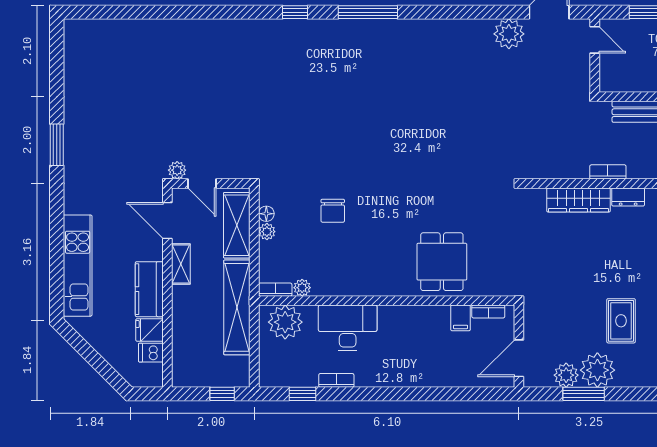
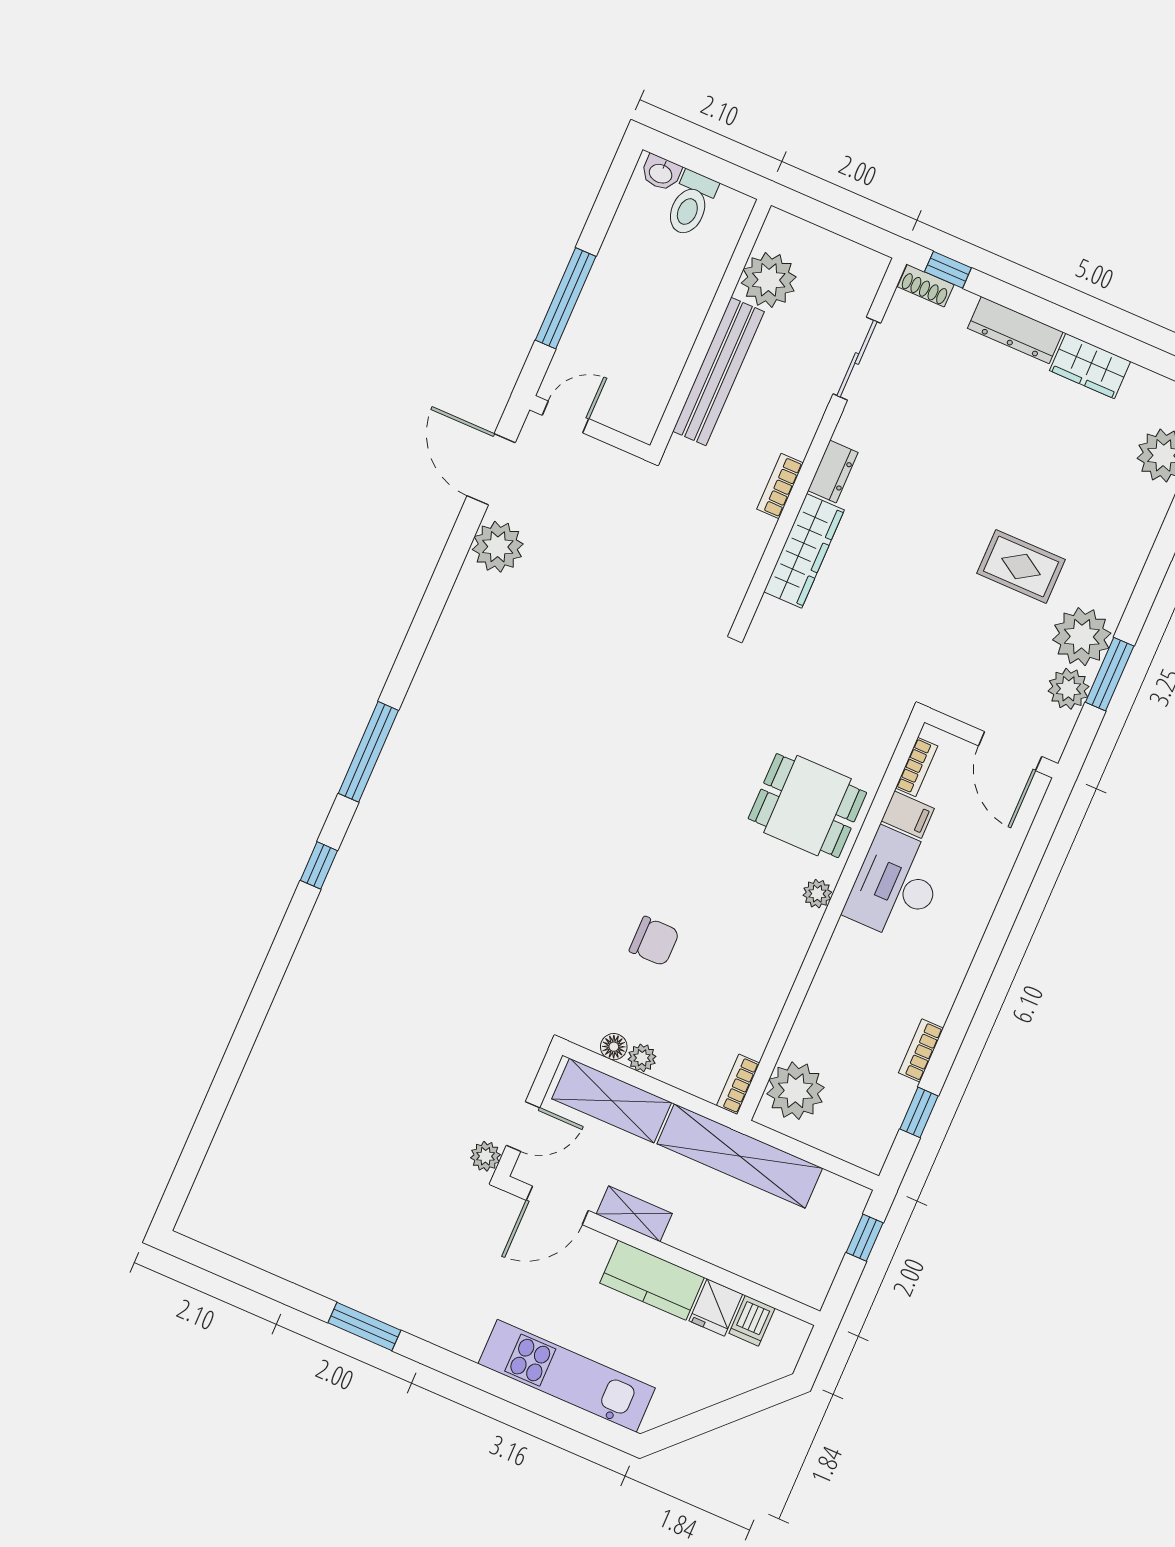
plant: (302, 288) -> (817, 894), moved
desk: (348, 328) -> (896, 885), moved

